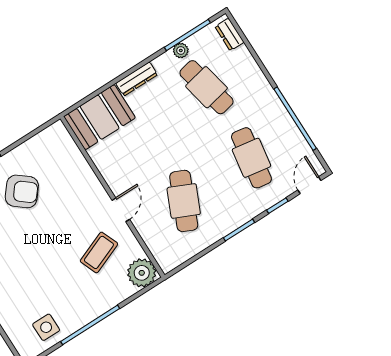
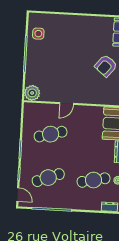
cafe table: (251, 158) -> (48, 178), turned -30
cafe table: (184, 201) -> (51, 134), turned -39
door: (121, 210) -> (67, 104), hinge flipped
coffee table: (99, 252) -> (55, 81), removed

